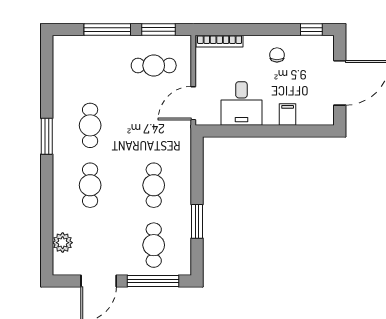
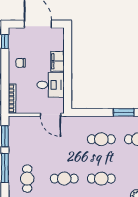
cafe table: (154, 66) -> (27, 179), moved
filing cabinet: (288, 114) -> (57, 61), width x2.00

